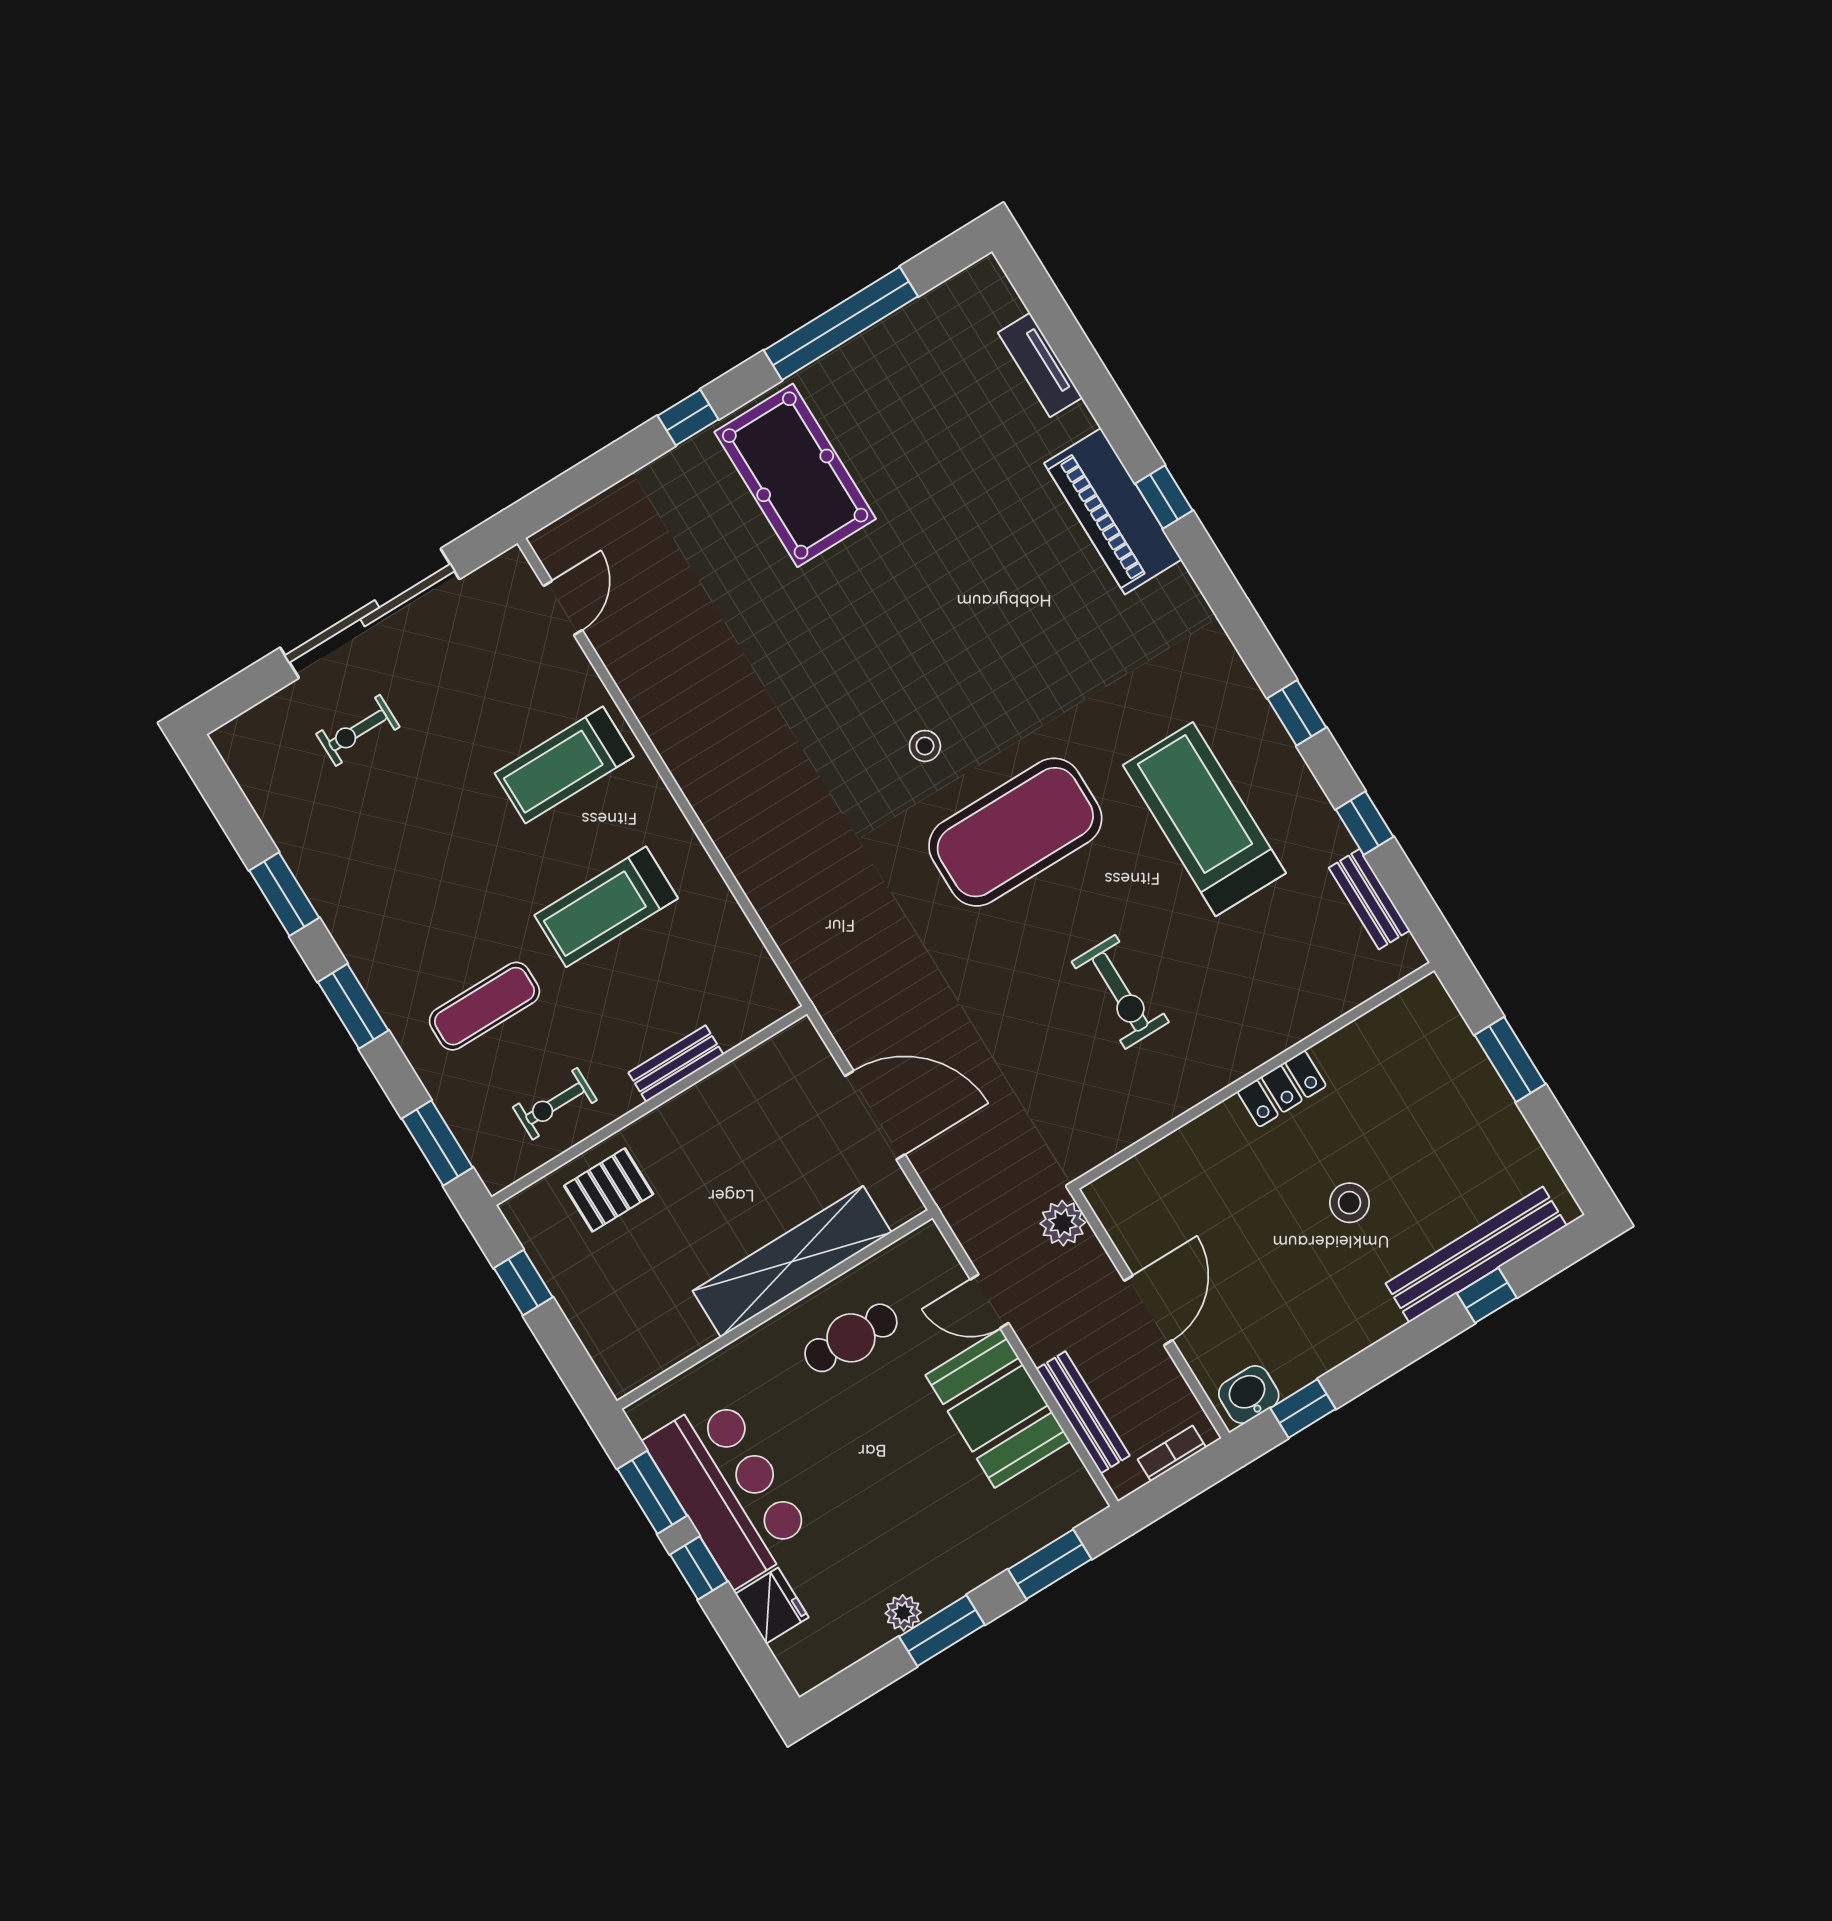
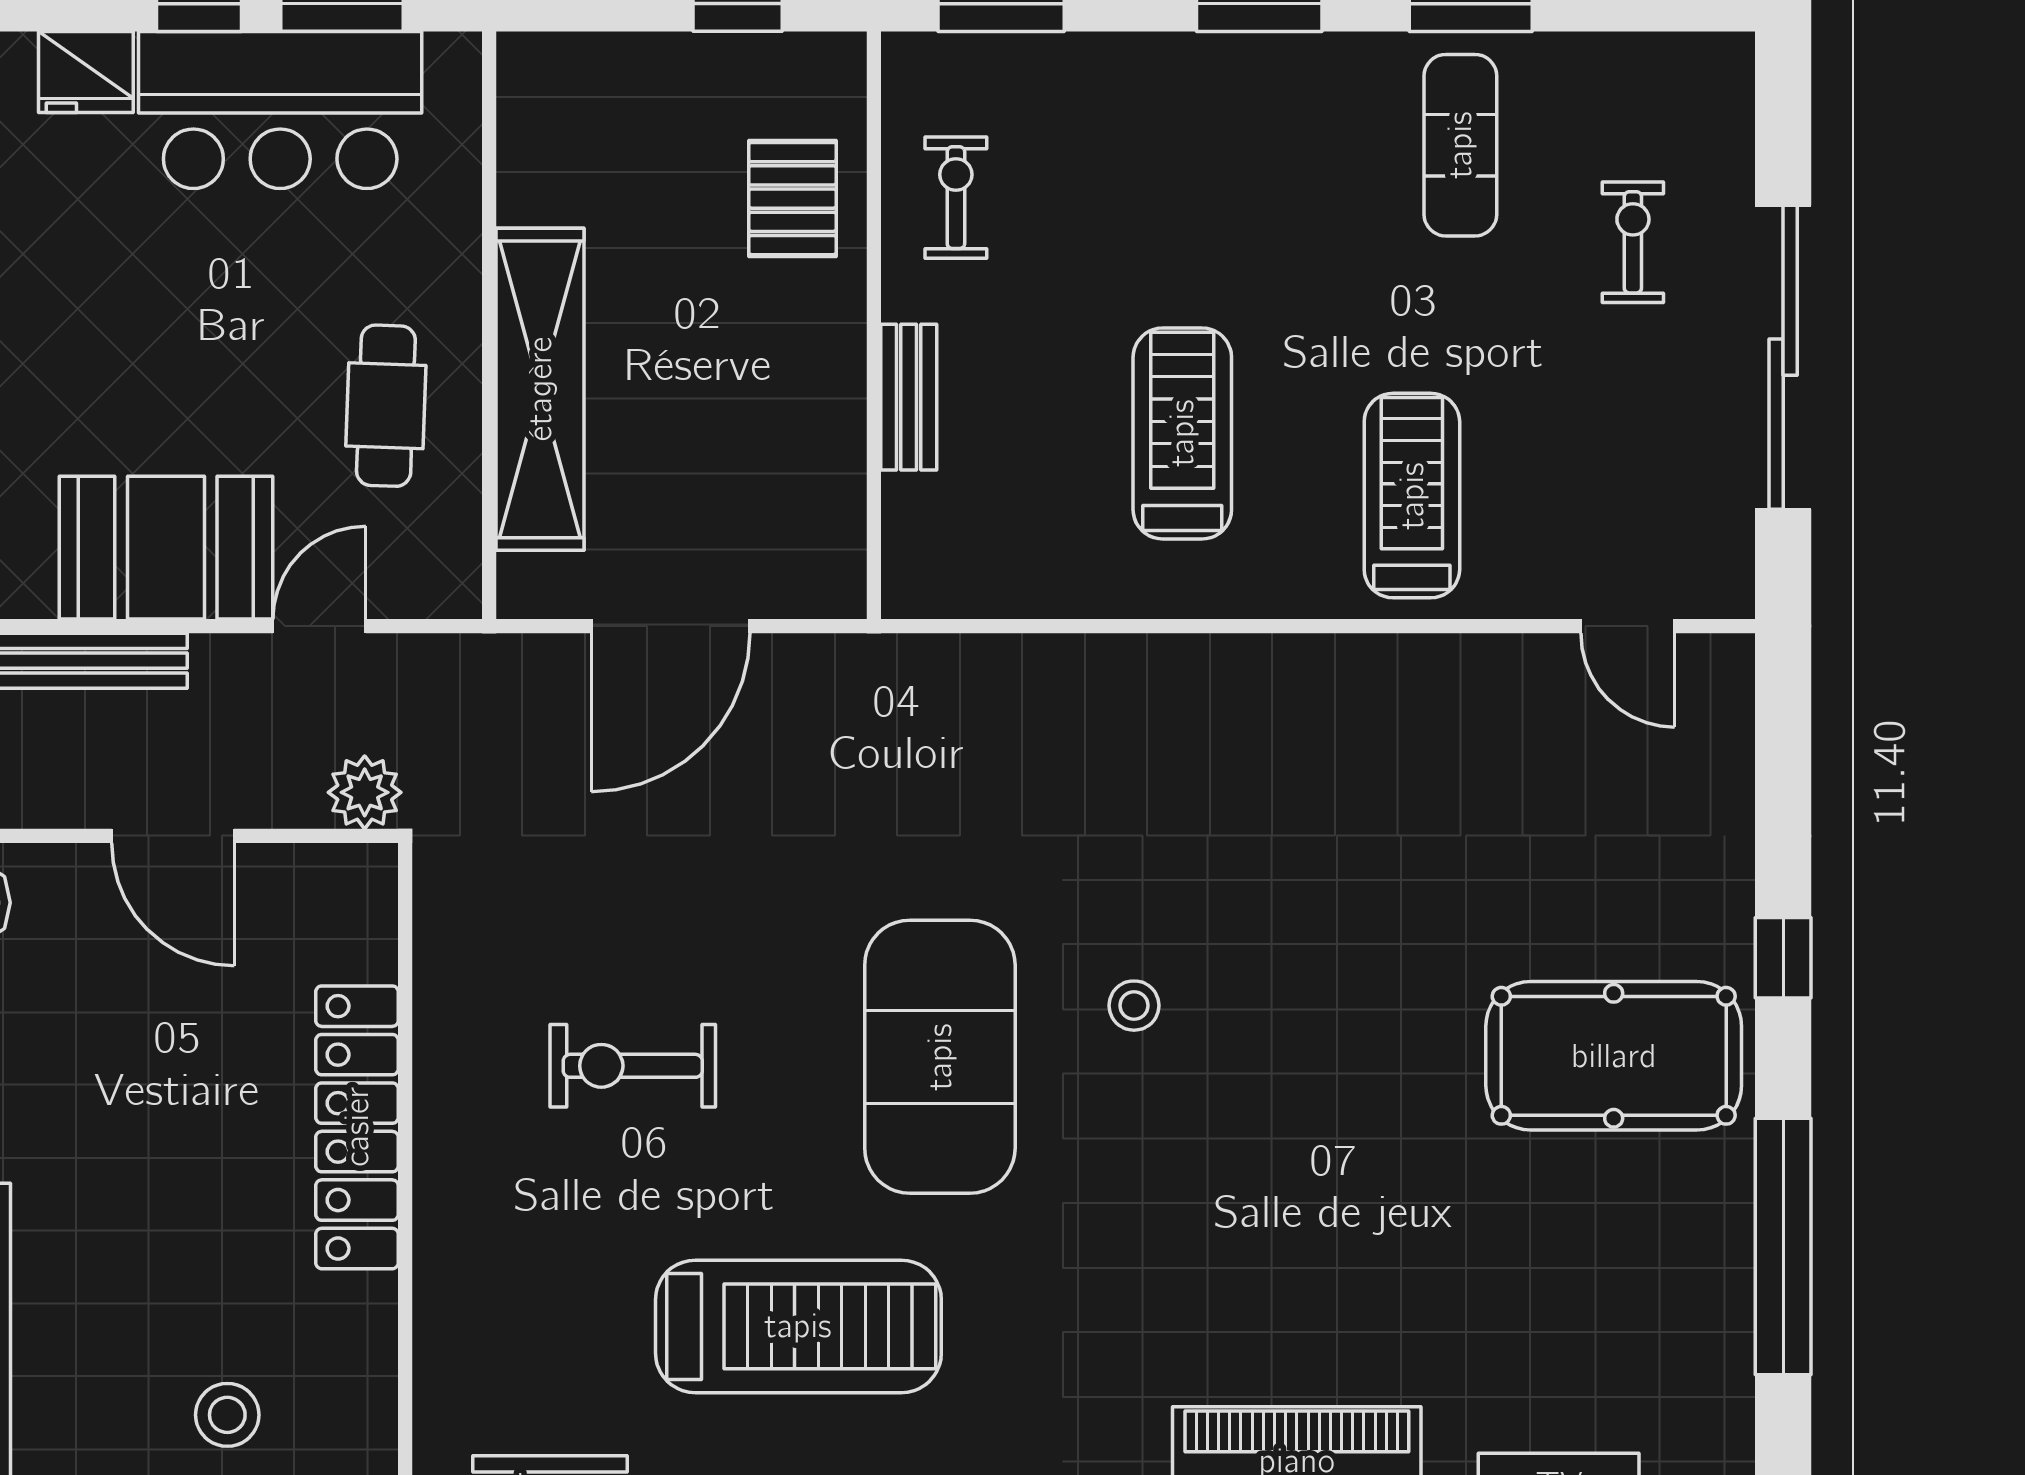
exercise mat: (484, 1006) -> (1460, 145), moved
locker: (1282, 1089) -> (357, 1127), width x2.16, depth x1.21
stool: (1350, 1203) -> (227, 1415), moved

